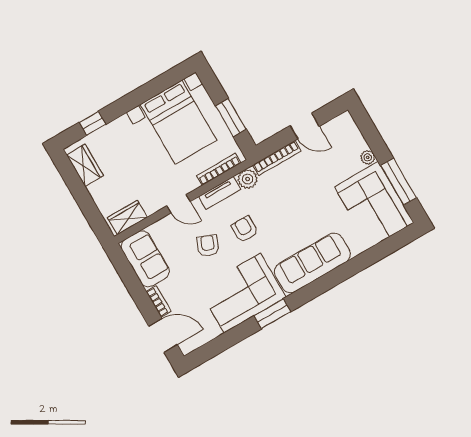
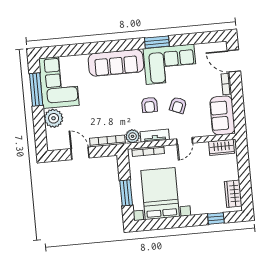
window: (231, 118) -> (126, 193), moved
plant: (368, 157) -> (54, 118), width x1.88, depth x1.88
door: (178, 204) -> (185, 141), swing flipped

